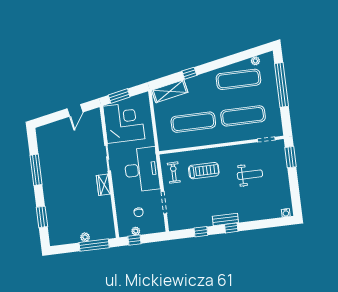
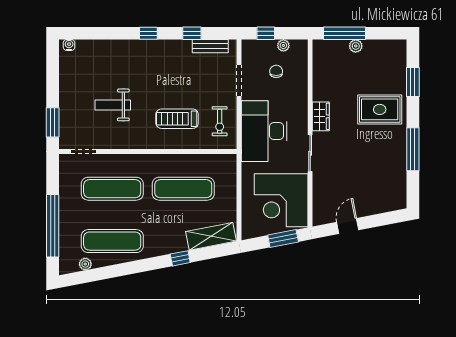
rug: (63, 195) -> (380, 109), added
bench: (225, 219) -> (210, 46), moved
window: (134, 240) -> (266, 33), moved

